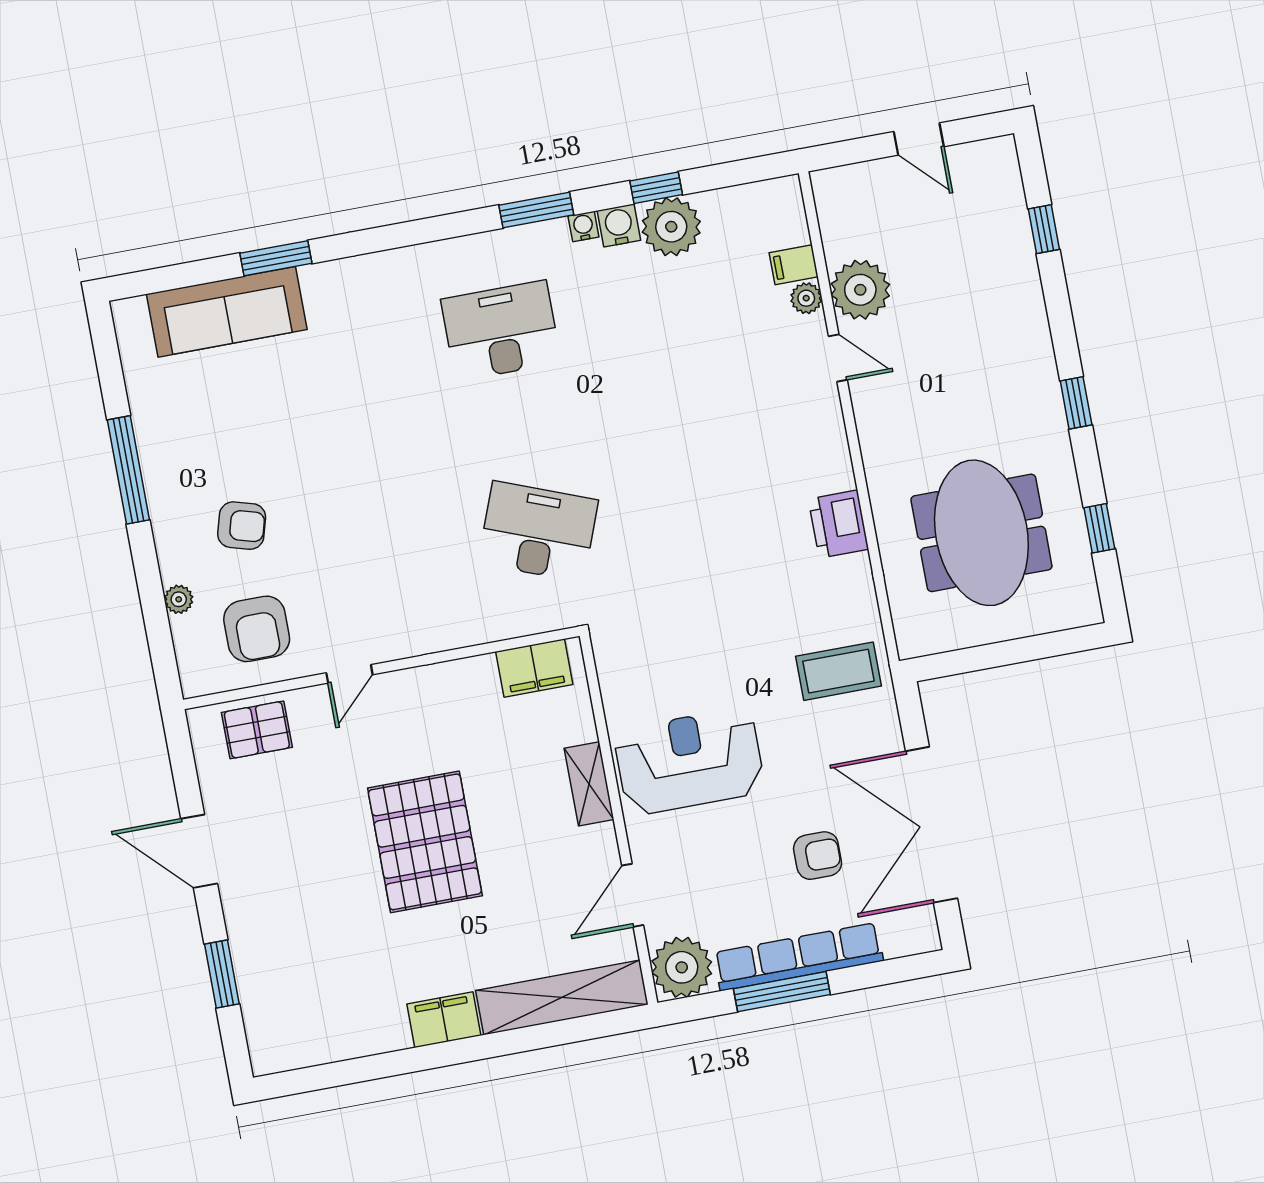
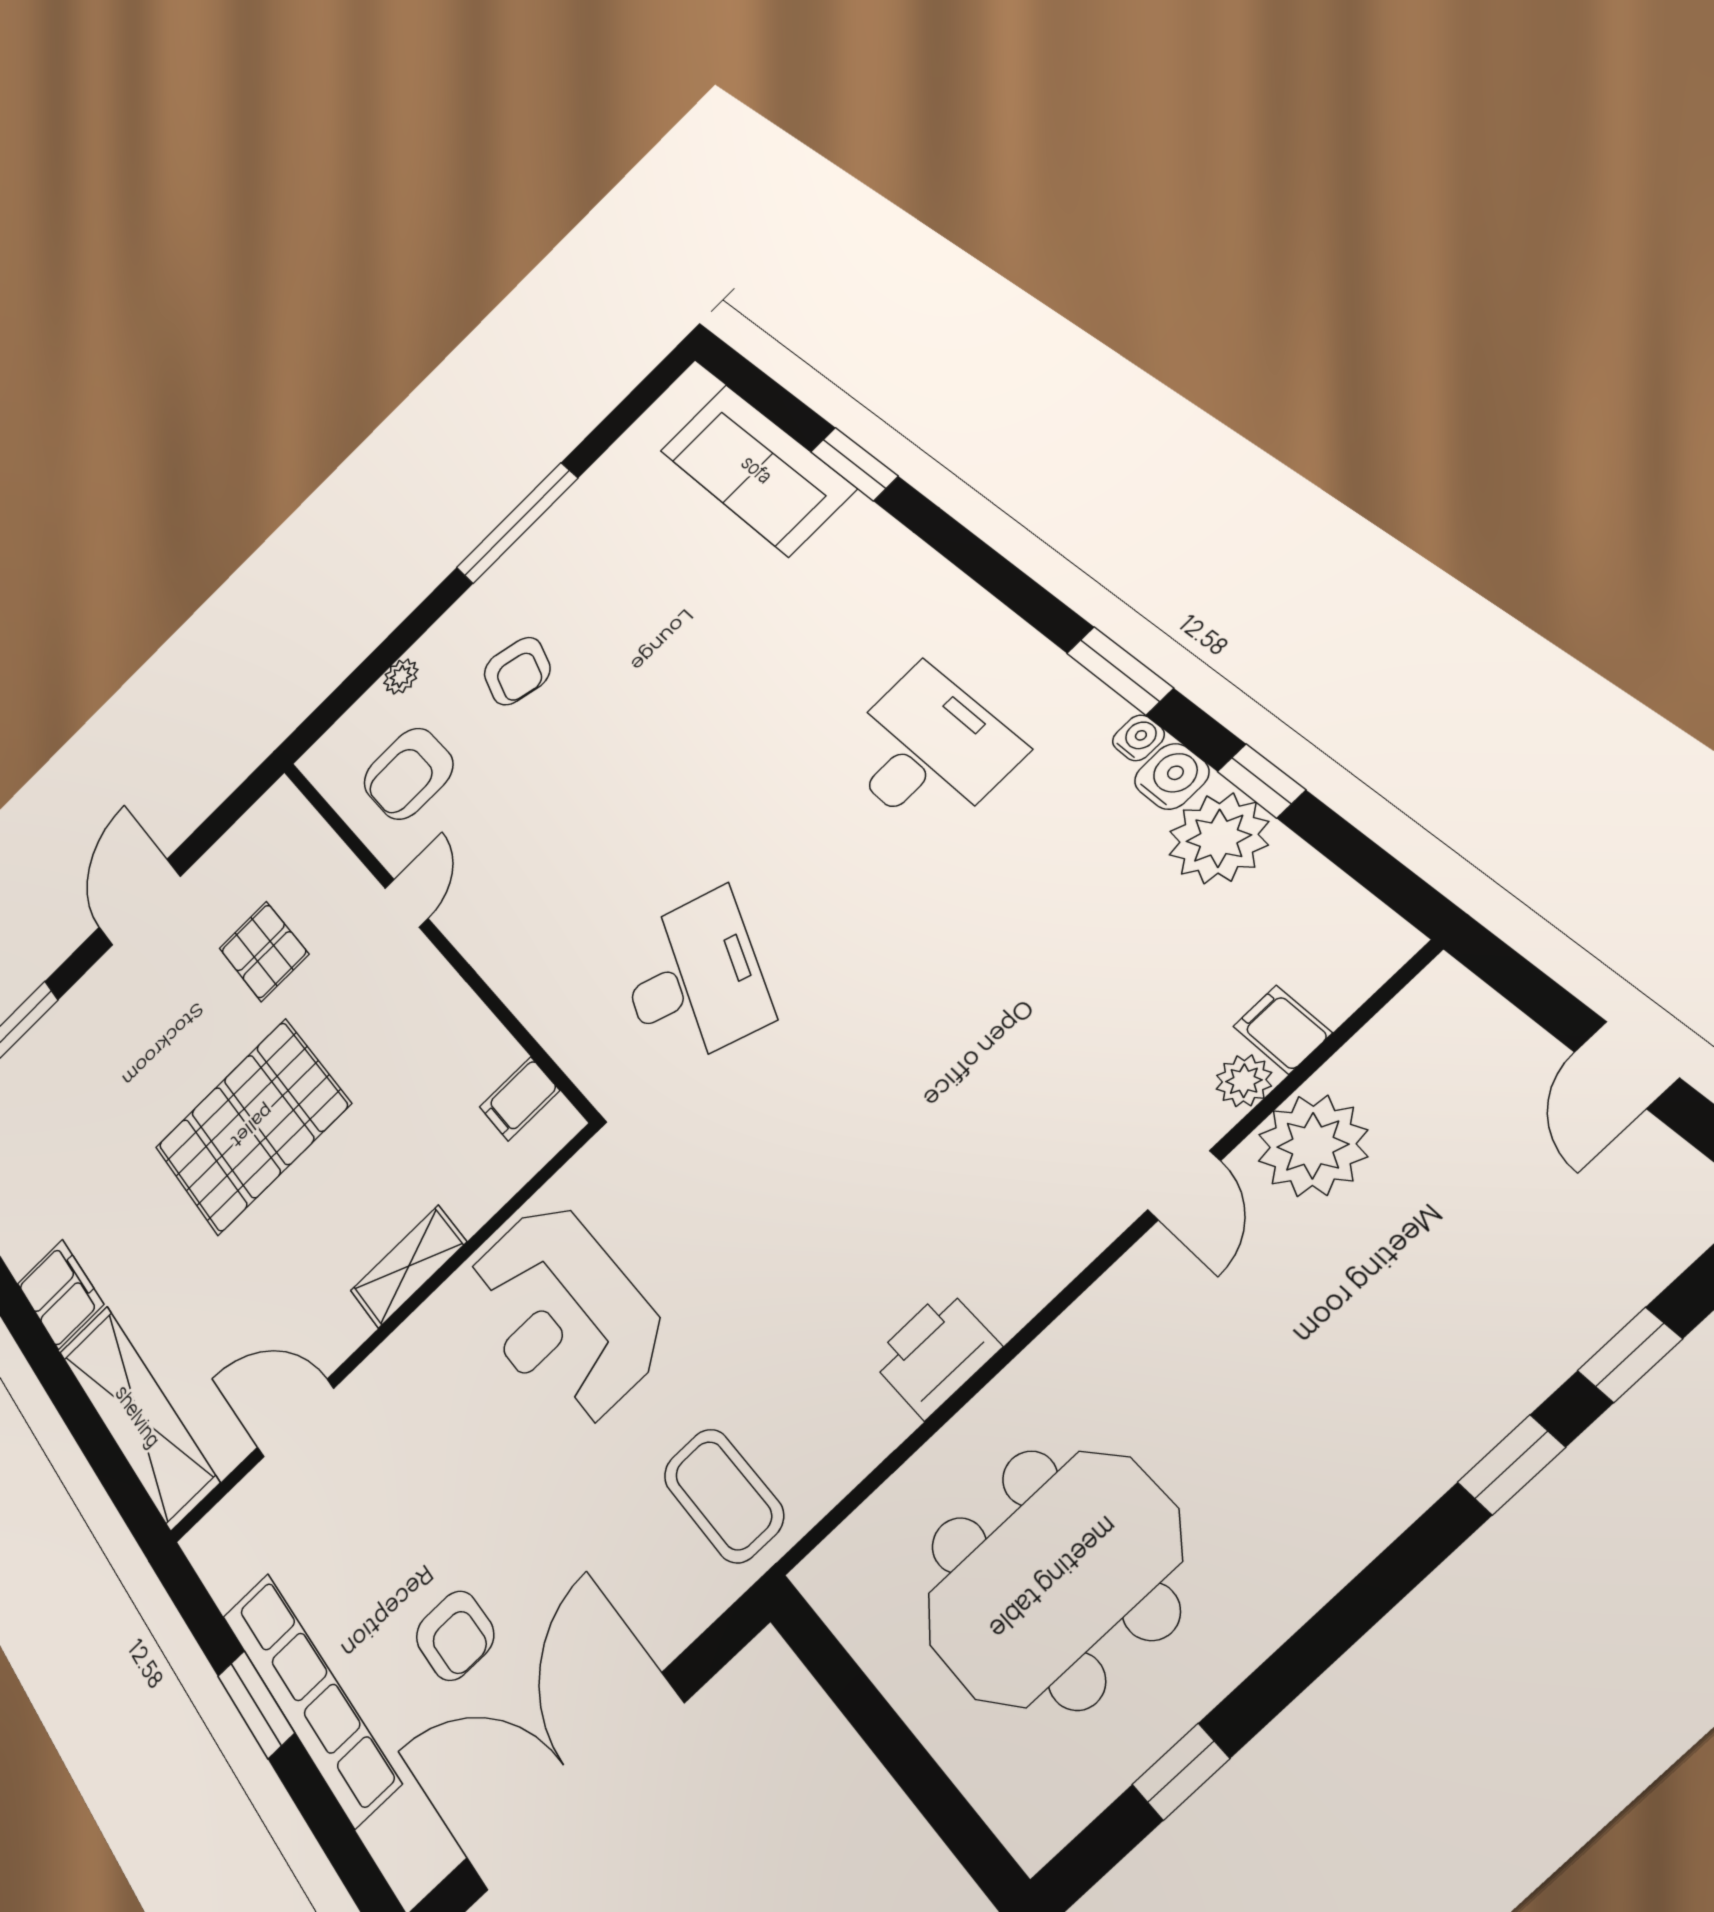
window: (1076, 403) -> (1511, 1465), moved
filing cabinet: (534, 668) -> (519, 1099), width x0.50
door: (349, 674) -> (406, 903), swing flipped
pallet: (257, 730) -> (264, 951), moved
reception desk: (689, 761) -> (563, 1313), moved, turned 180
plant: (682, 967) -> (233, 1544), removed
window: (782, 992) -> (256, 1704), width x0.69

